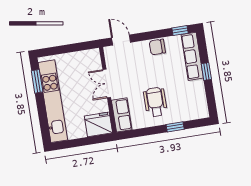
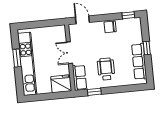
row of seats: (192, 56) -> (139, 61), moved
window: (37, 81) -> (17, 58), moved
window: (175, 127) -> (94, 92), moved

